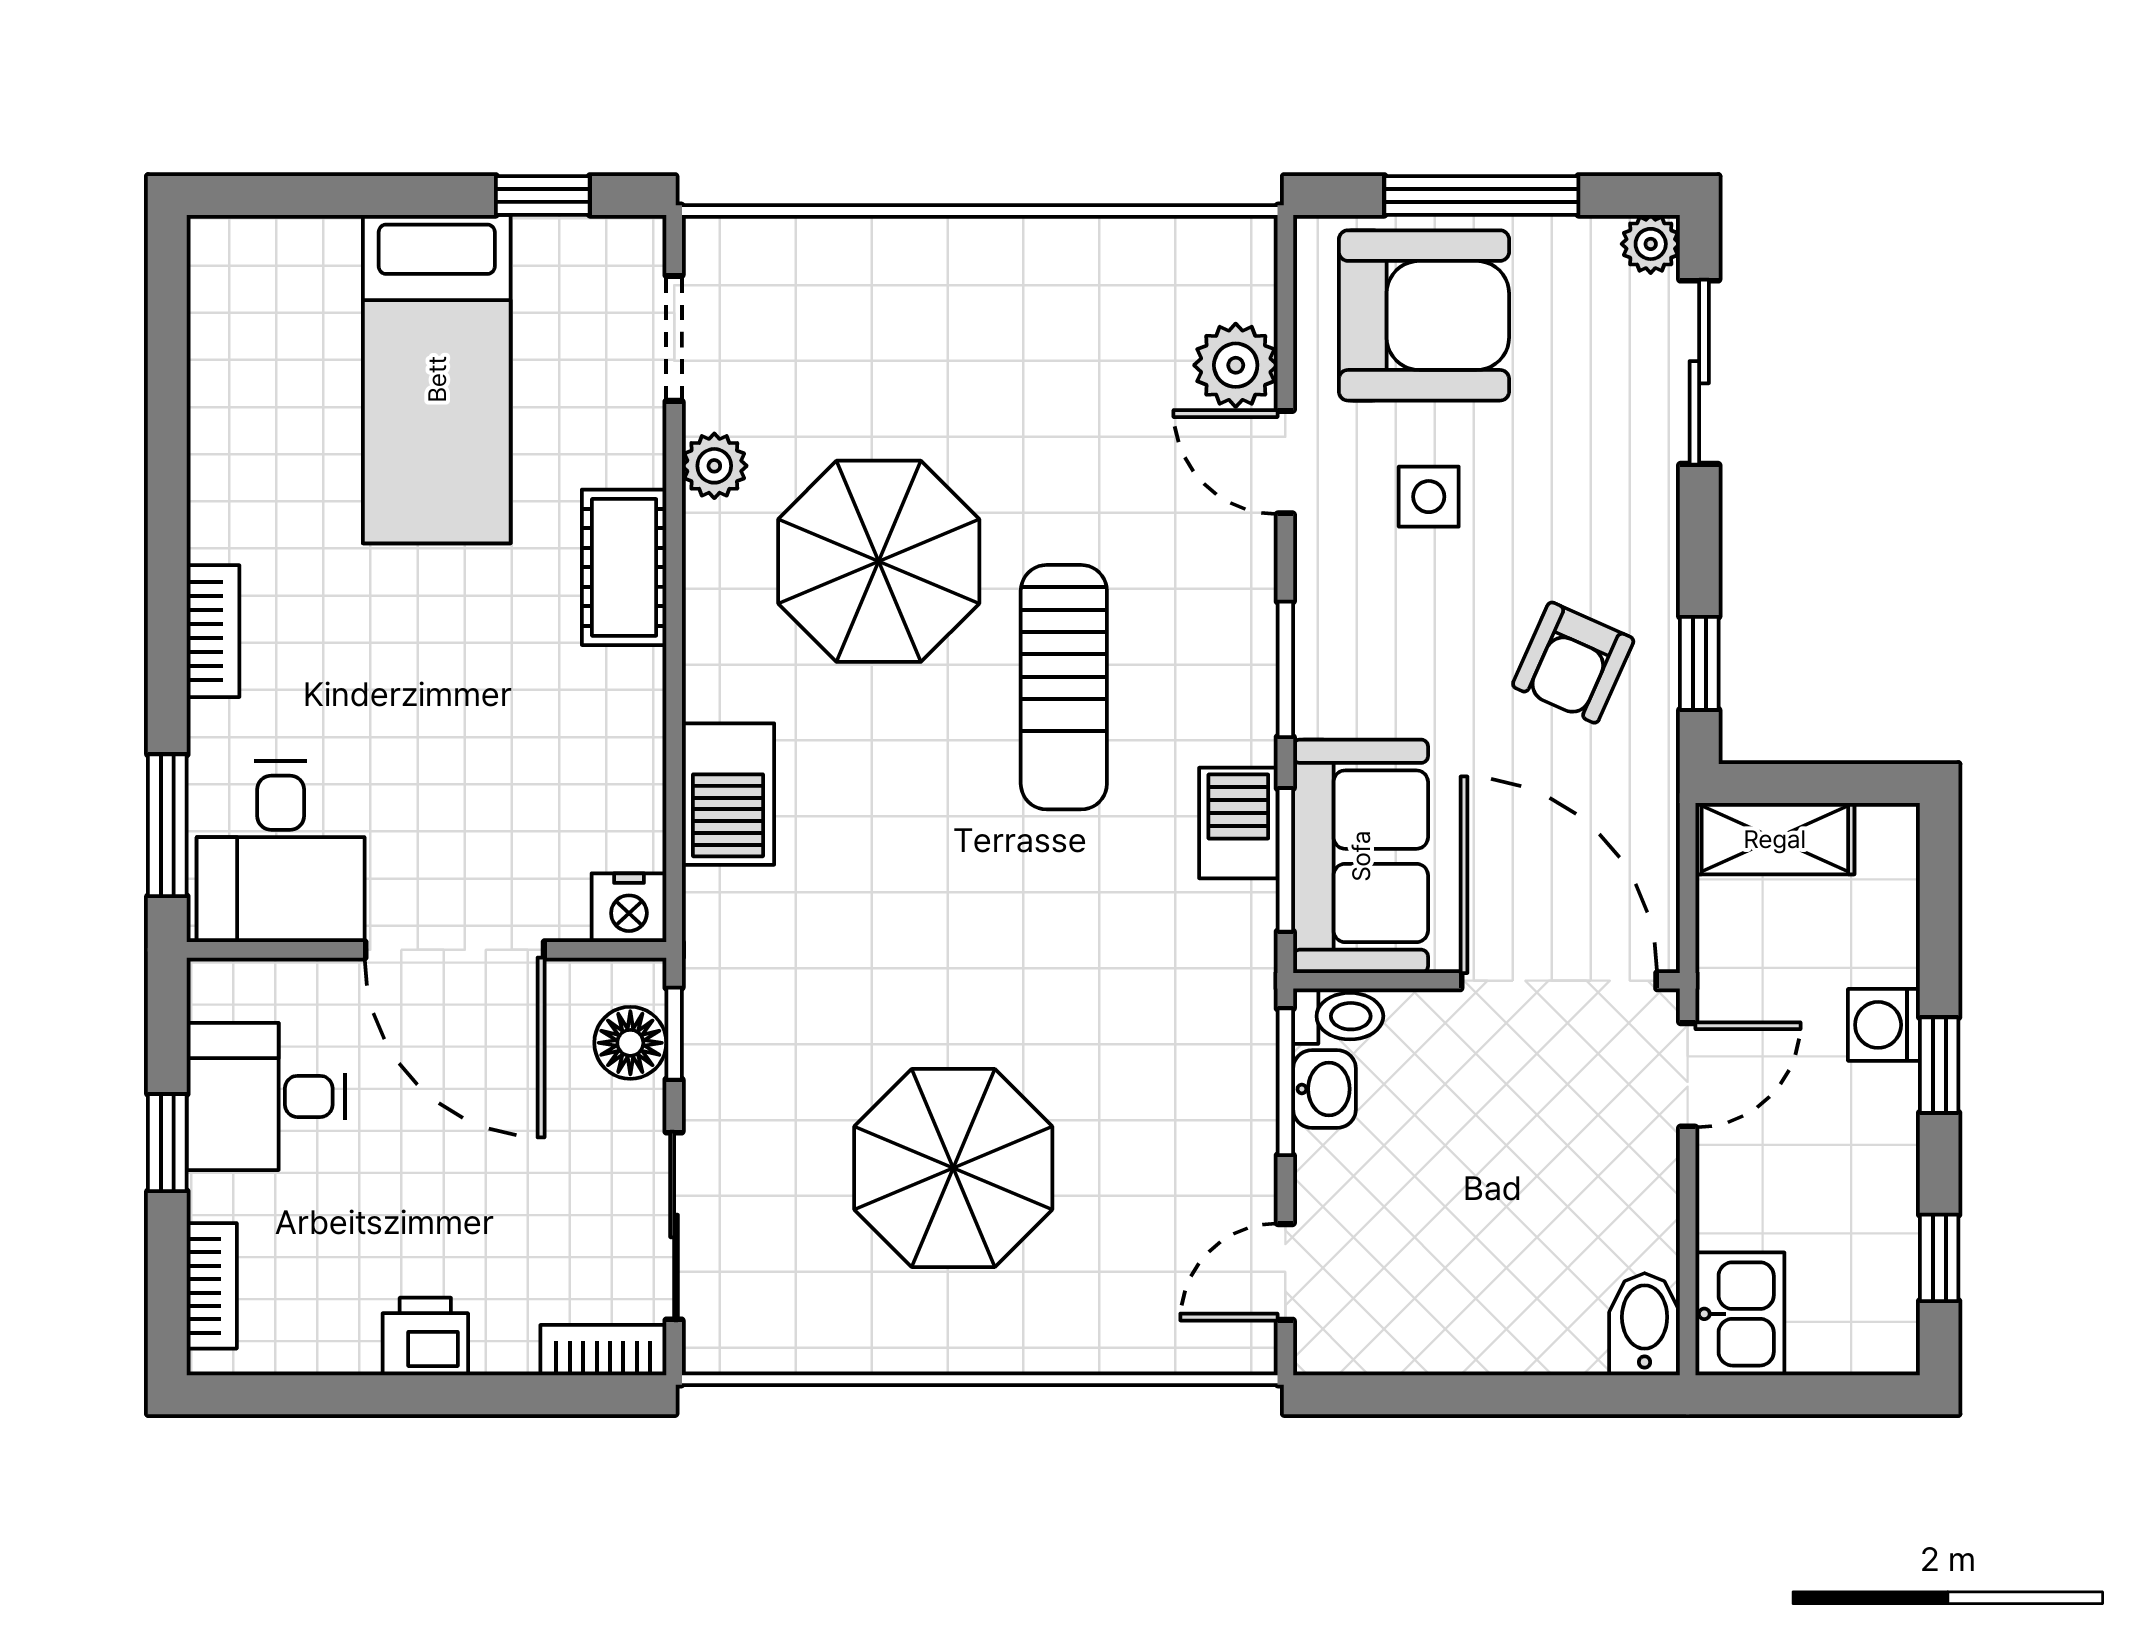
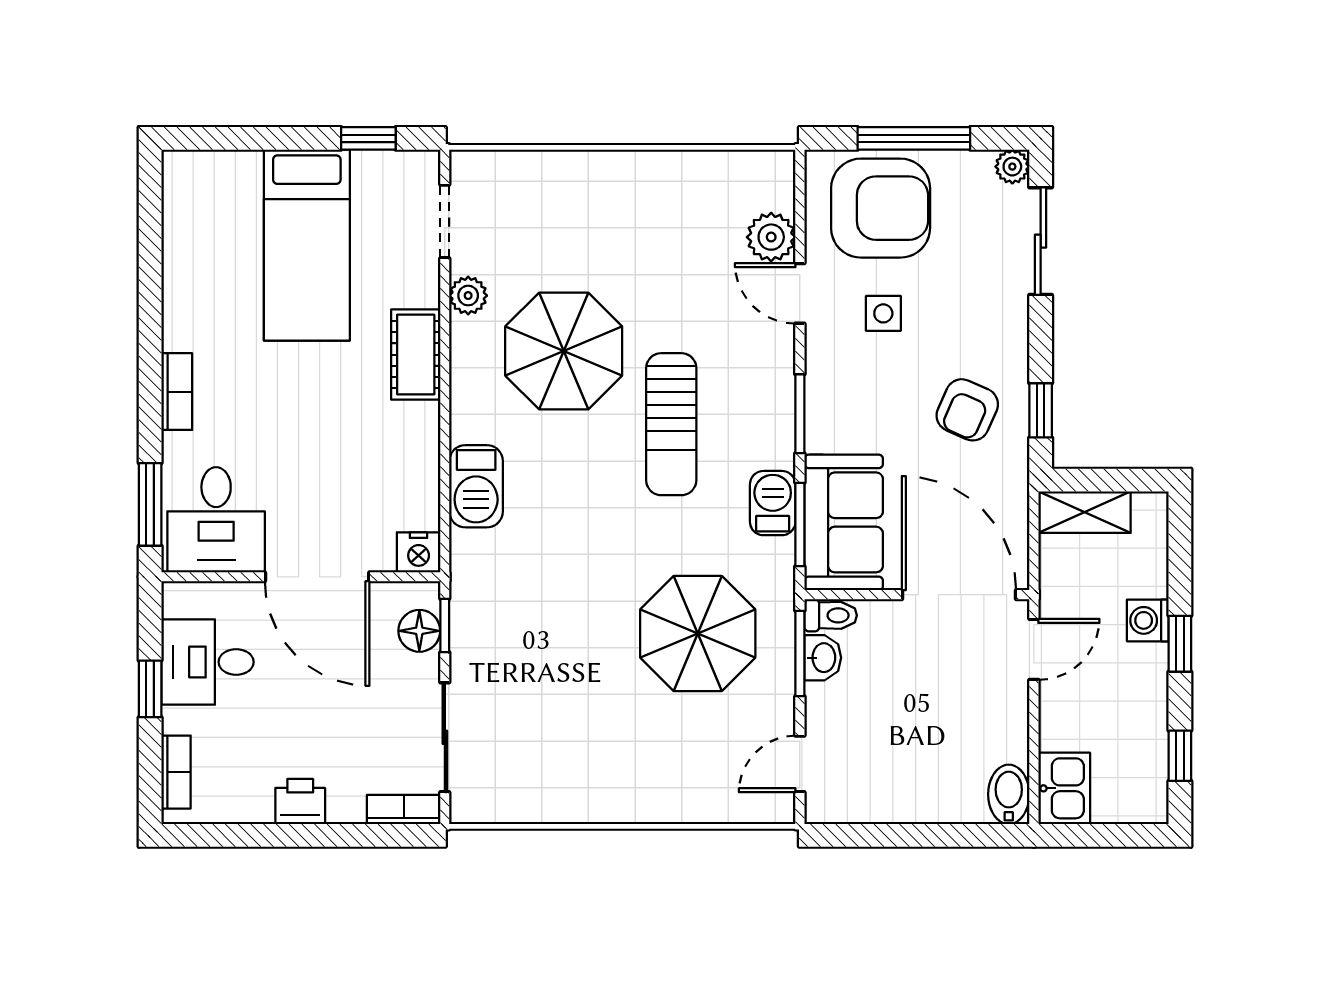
parasol: (953, 1168) -> (698, 633), moved

